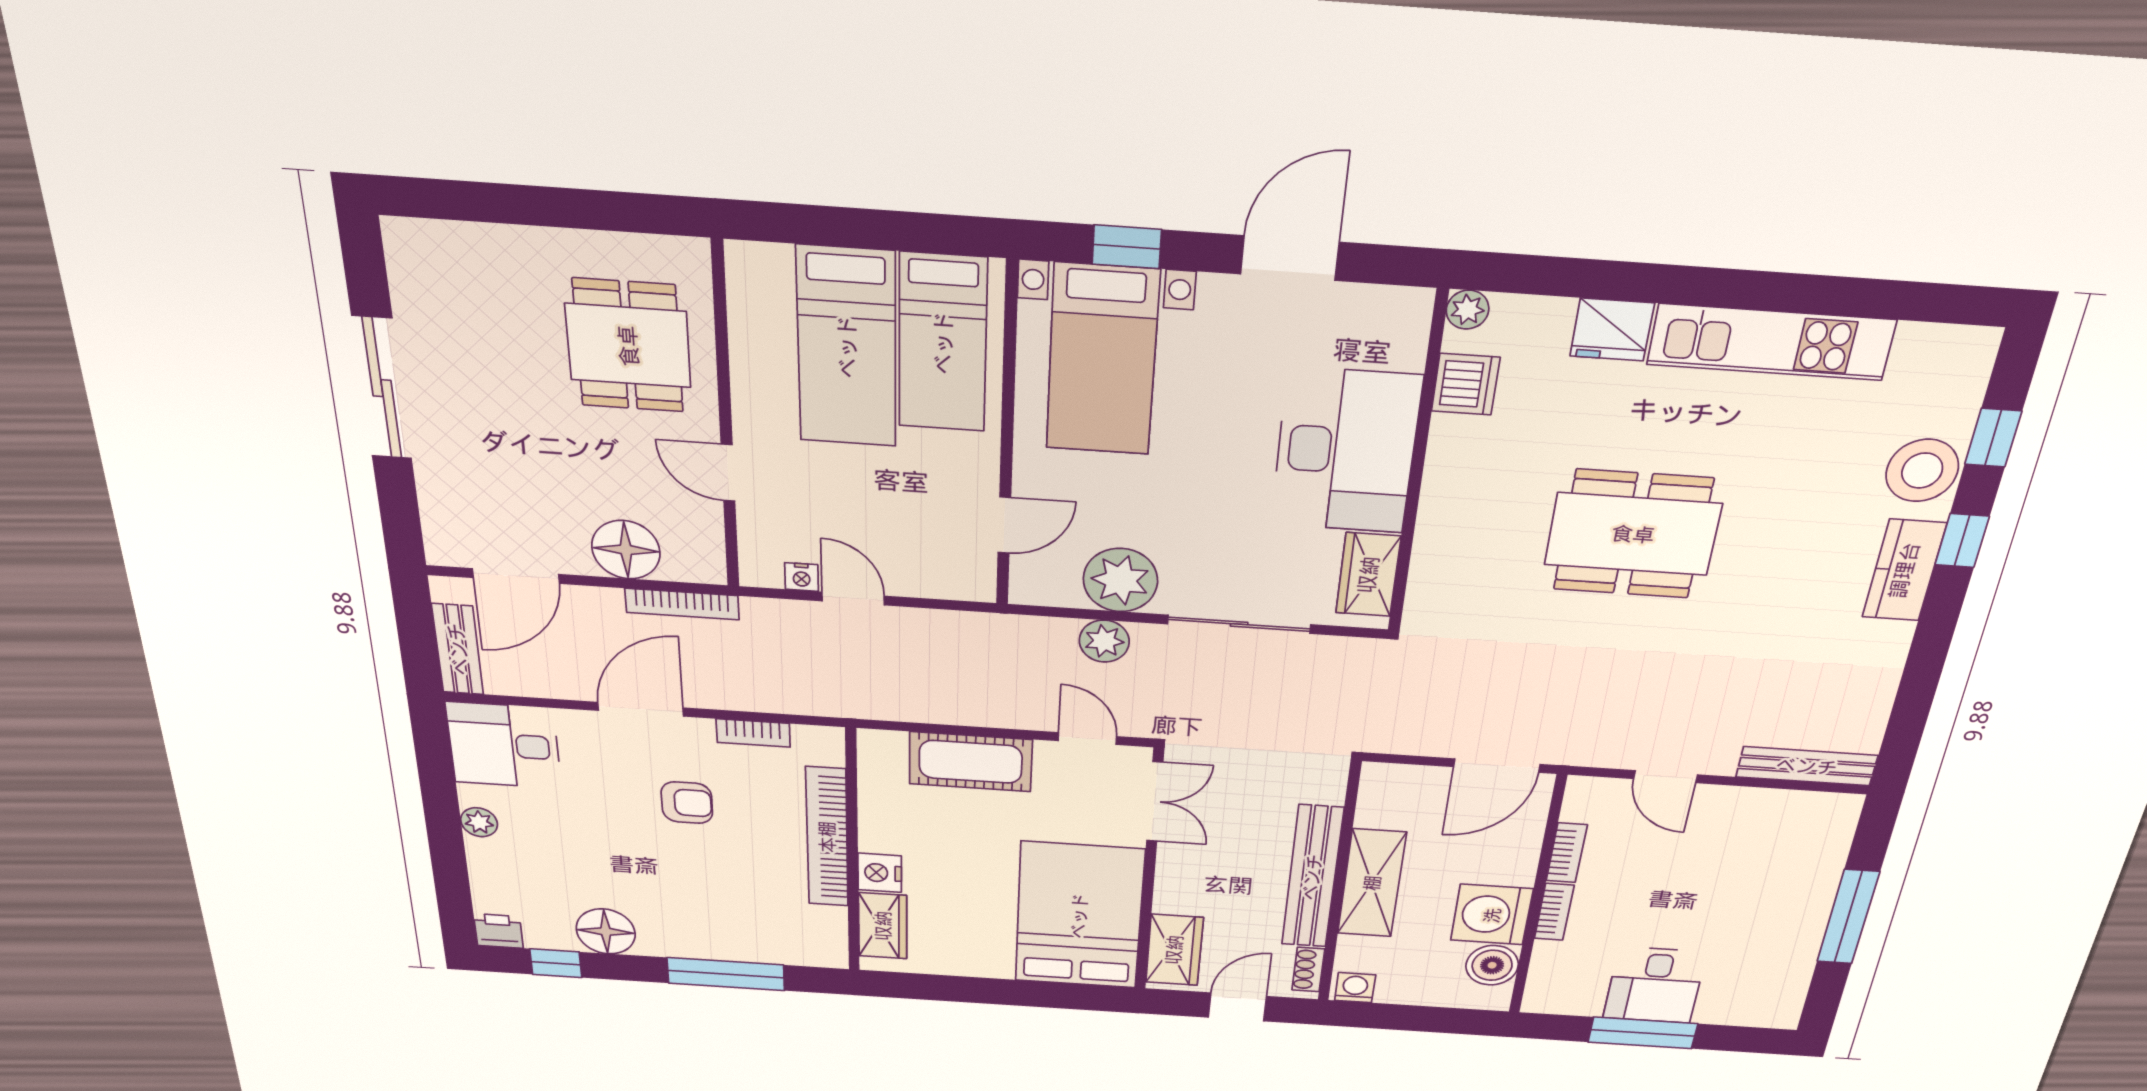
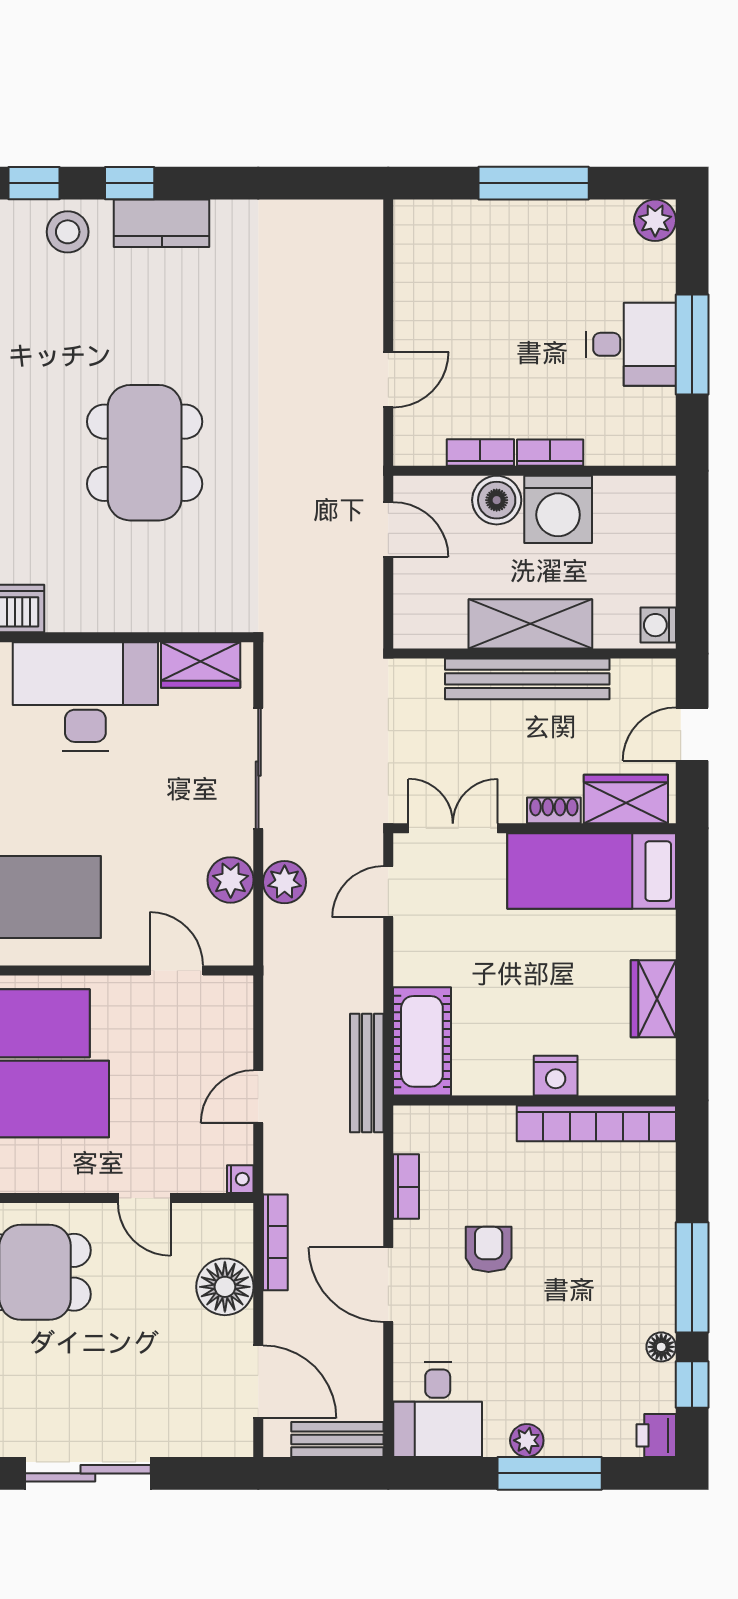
stool: (1922, 470) -> (68, 232), width x0.73, depth x0.73
door: (728, 473) -> (144, 1198), hinge flipped
nightstand: (802, 577) -> (240, 1179), moved
plant: (1120, 580) -> (231, 880), width x0.73, depth x0.73
cot: (971, 762) -> (422, 1041), moved
door: (1497, 766) -> (388, 530), width x0.73
bench: (1807, 766) -> (367, 1073), moved
bookcase: (827, 837) -> (596, 1123), moved
window: (446, 840) -> (550, 1473), added
bed: (1079, 916) -> (592, 871), width x0.67
wardrobe: (883, 926) -> (653, 999), moved, turned -90
floor lamp: (606, 931) -> (661, 1347), width x0.53, depth x0.53
boiler: (1492, 965) -> (497, 500), moved
shoe rack: (1308, 970) -> (554, 810), moved, turned 180
window: (726, 974) -> (692, 1277), moved
door: (1237, 1007) -> (692, 734), hinge flipped
plant: (1780, 1012) -> (655, 220), added

